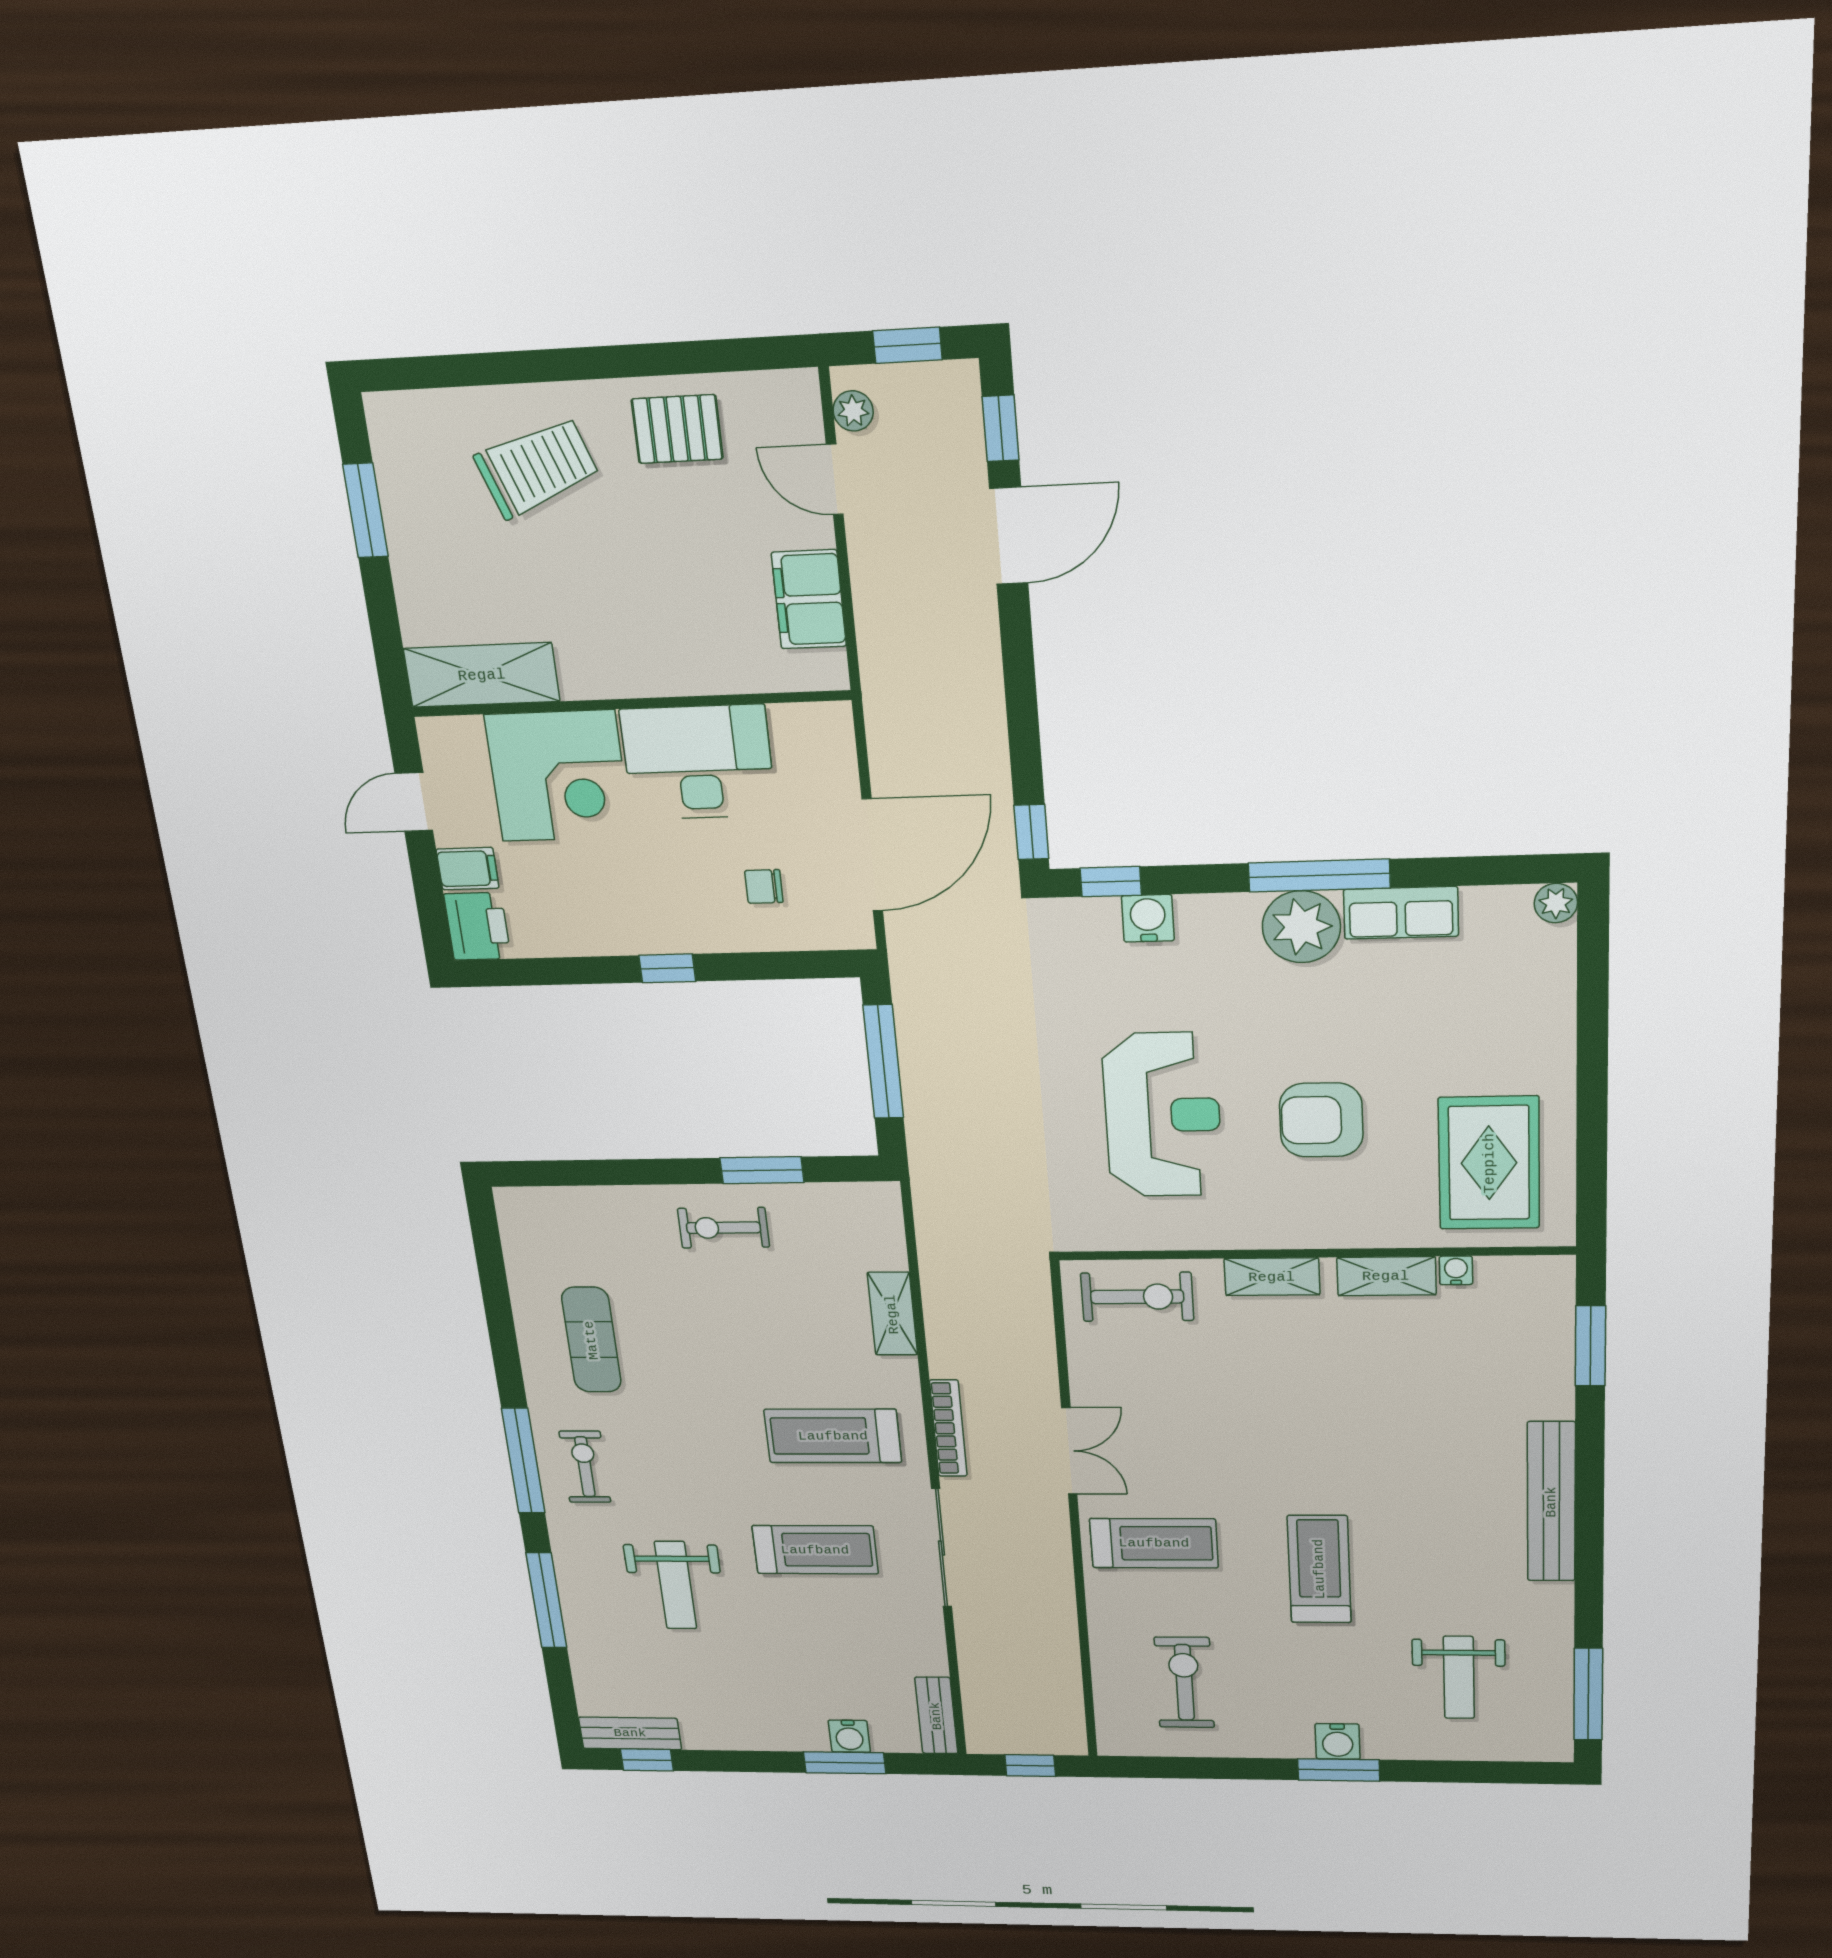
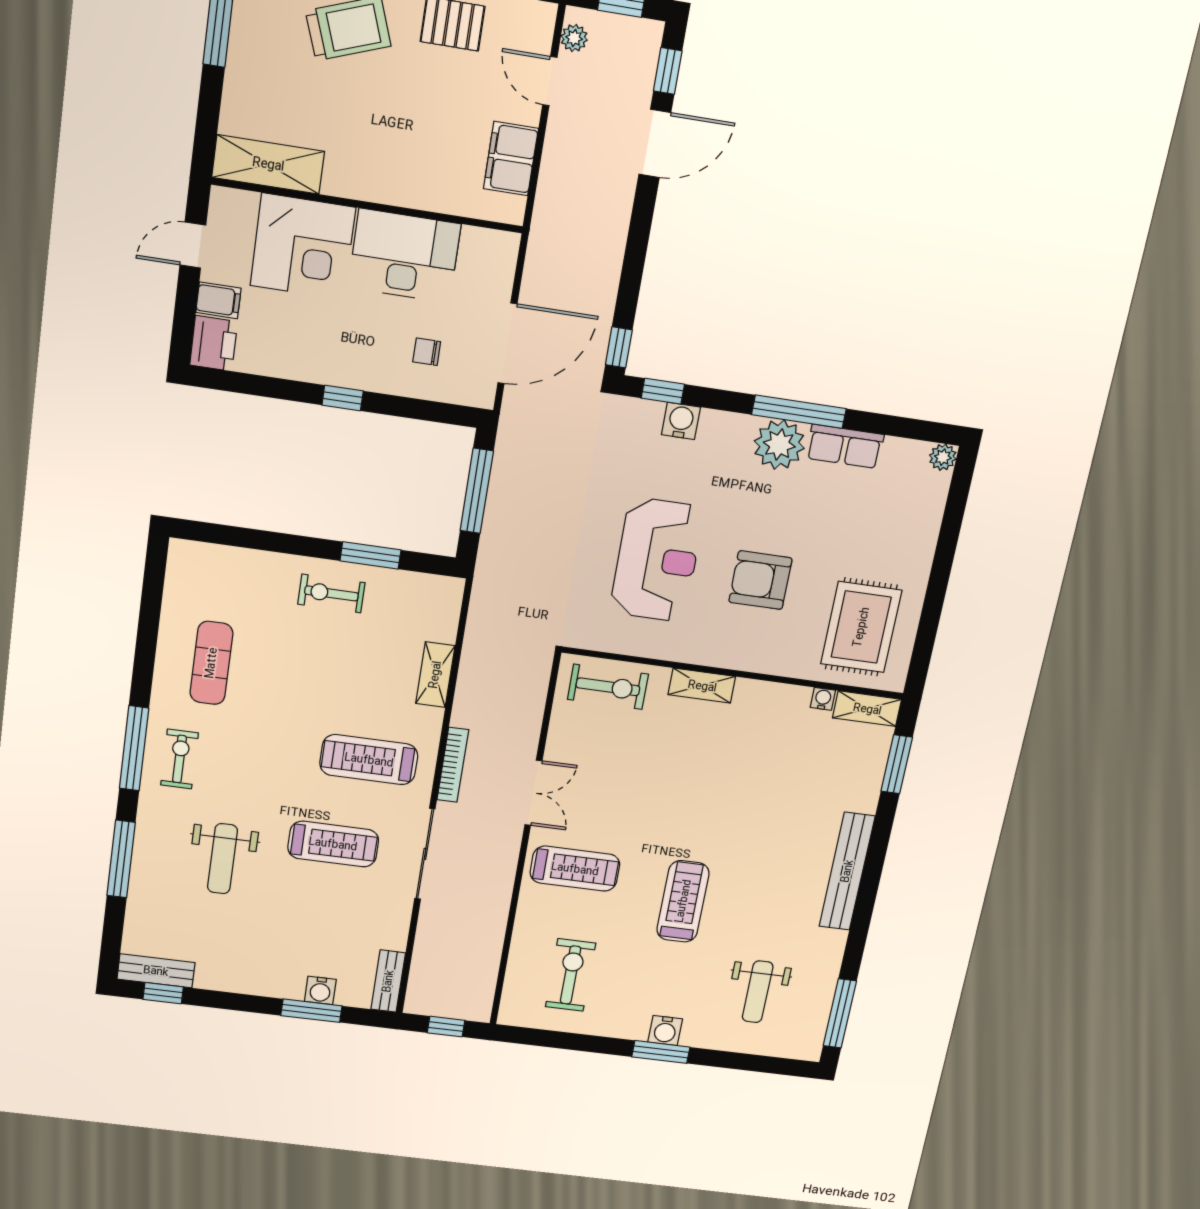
shelving: (1386, 1276) -> (867, 709), moved

